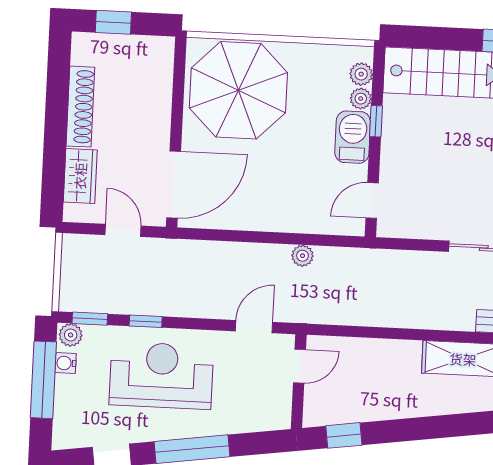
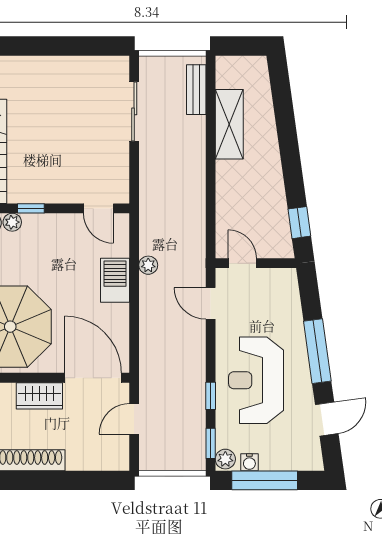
barbecue: (353, 137) -> (115, 280), moved, turned 90
wardrobe: (80, 176) -> (39, 396), moved, turned 180

